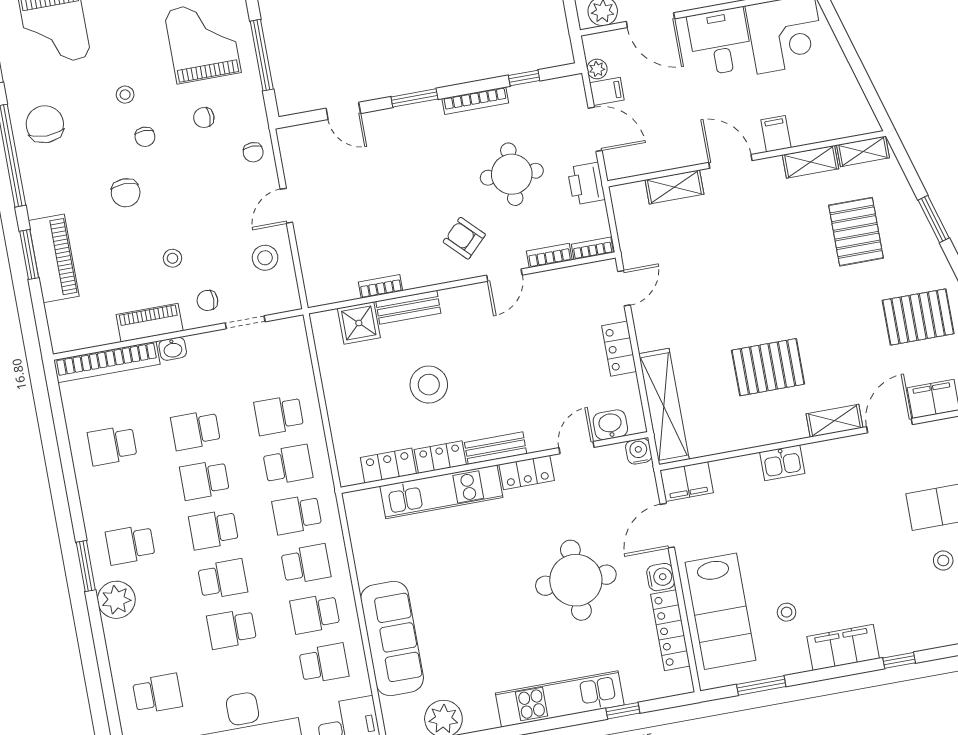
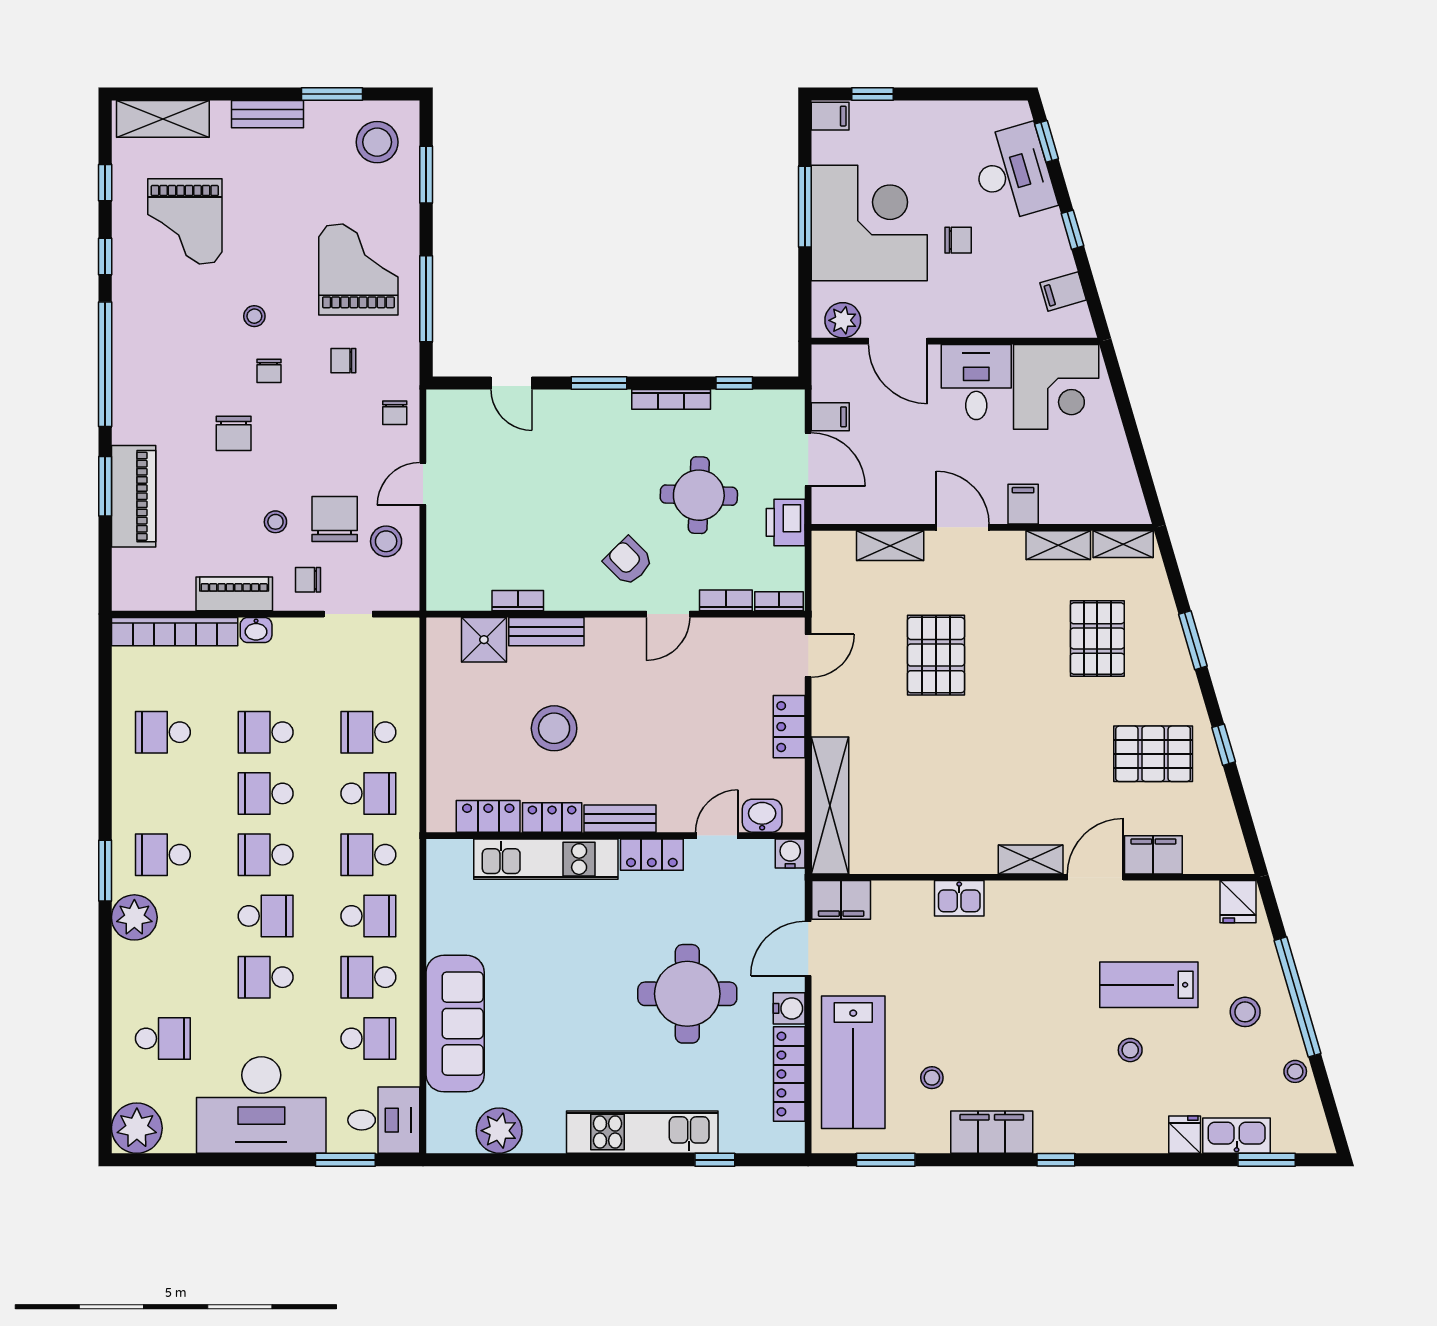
plant: (597, 69) -> (823, 388), removed
chair: (45, 124) -> (335, 519), moved
pallet: (768, 367) -> (936, 655), moved, turned 90

